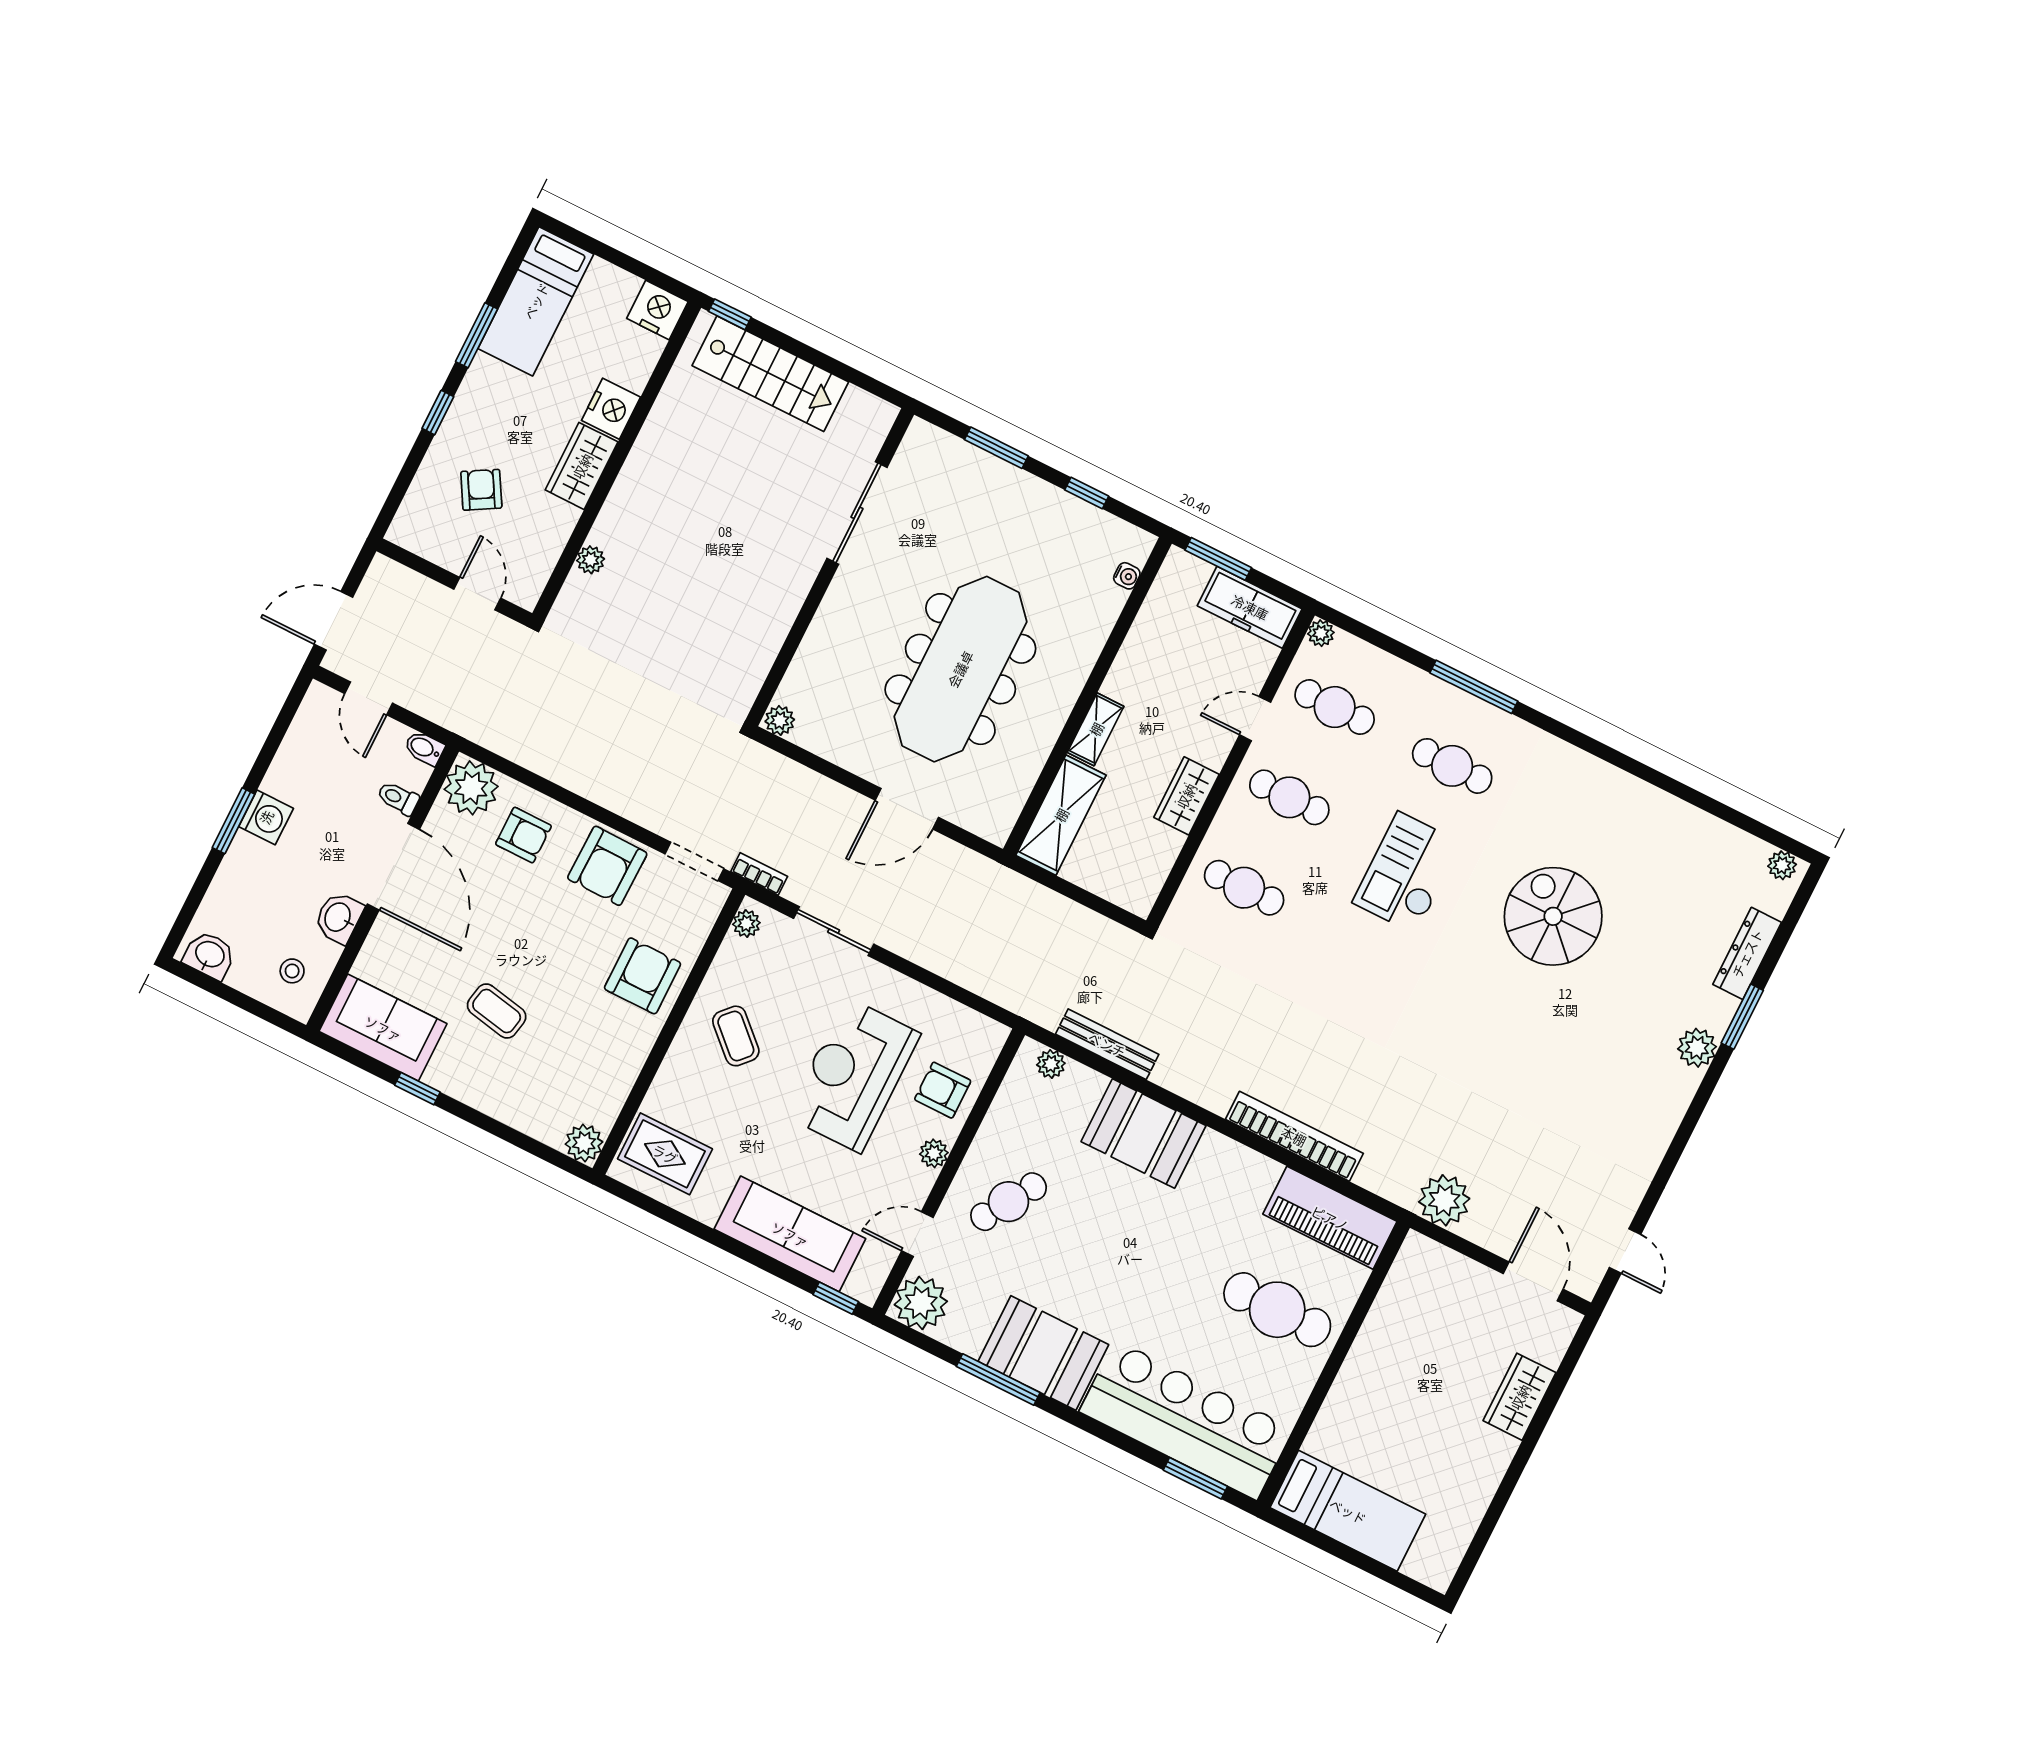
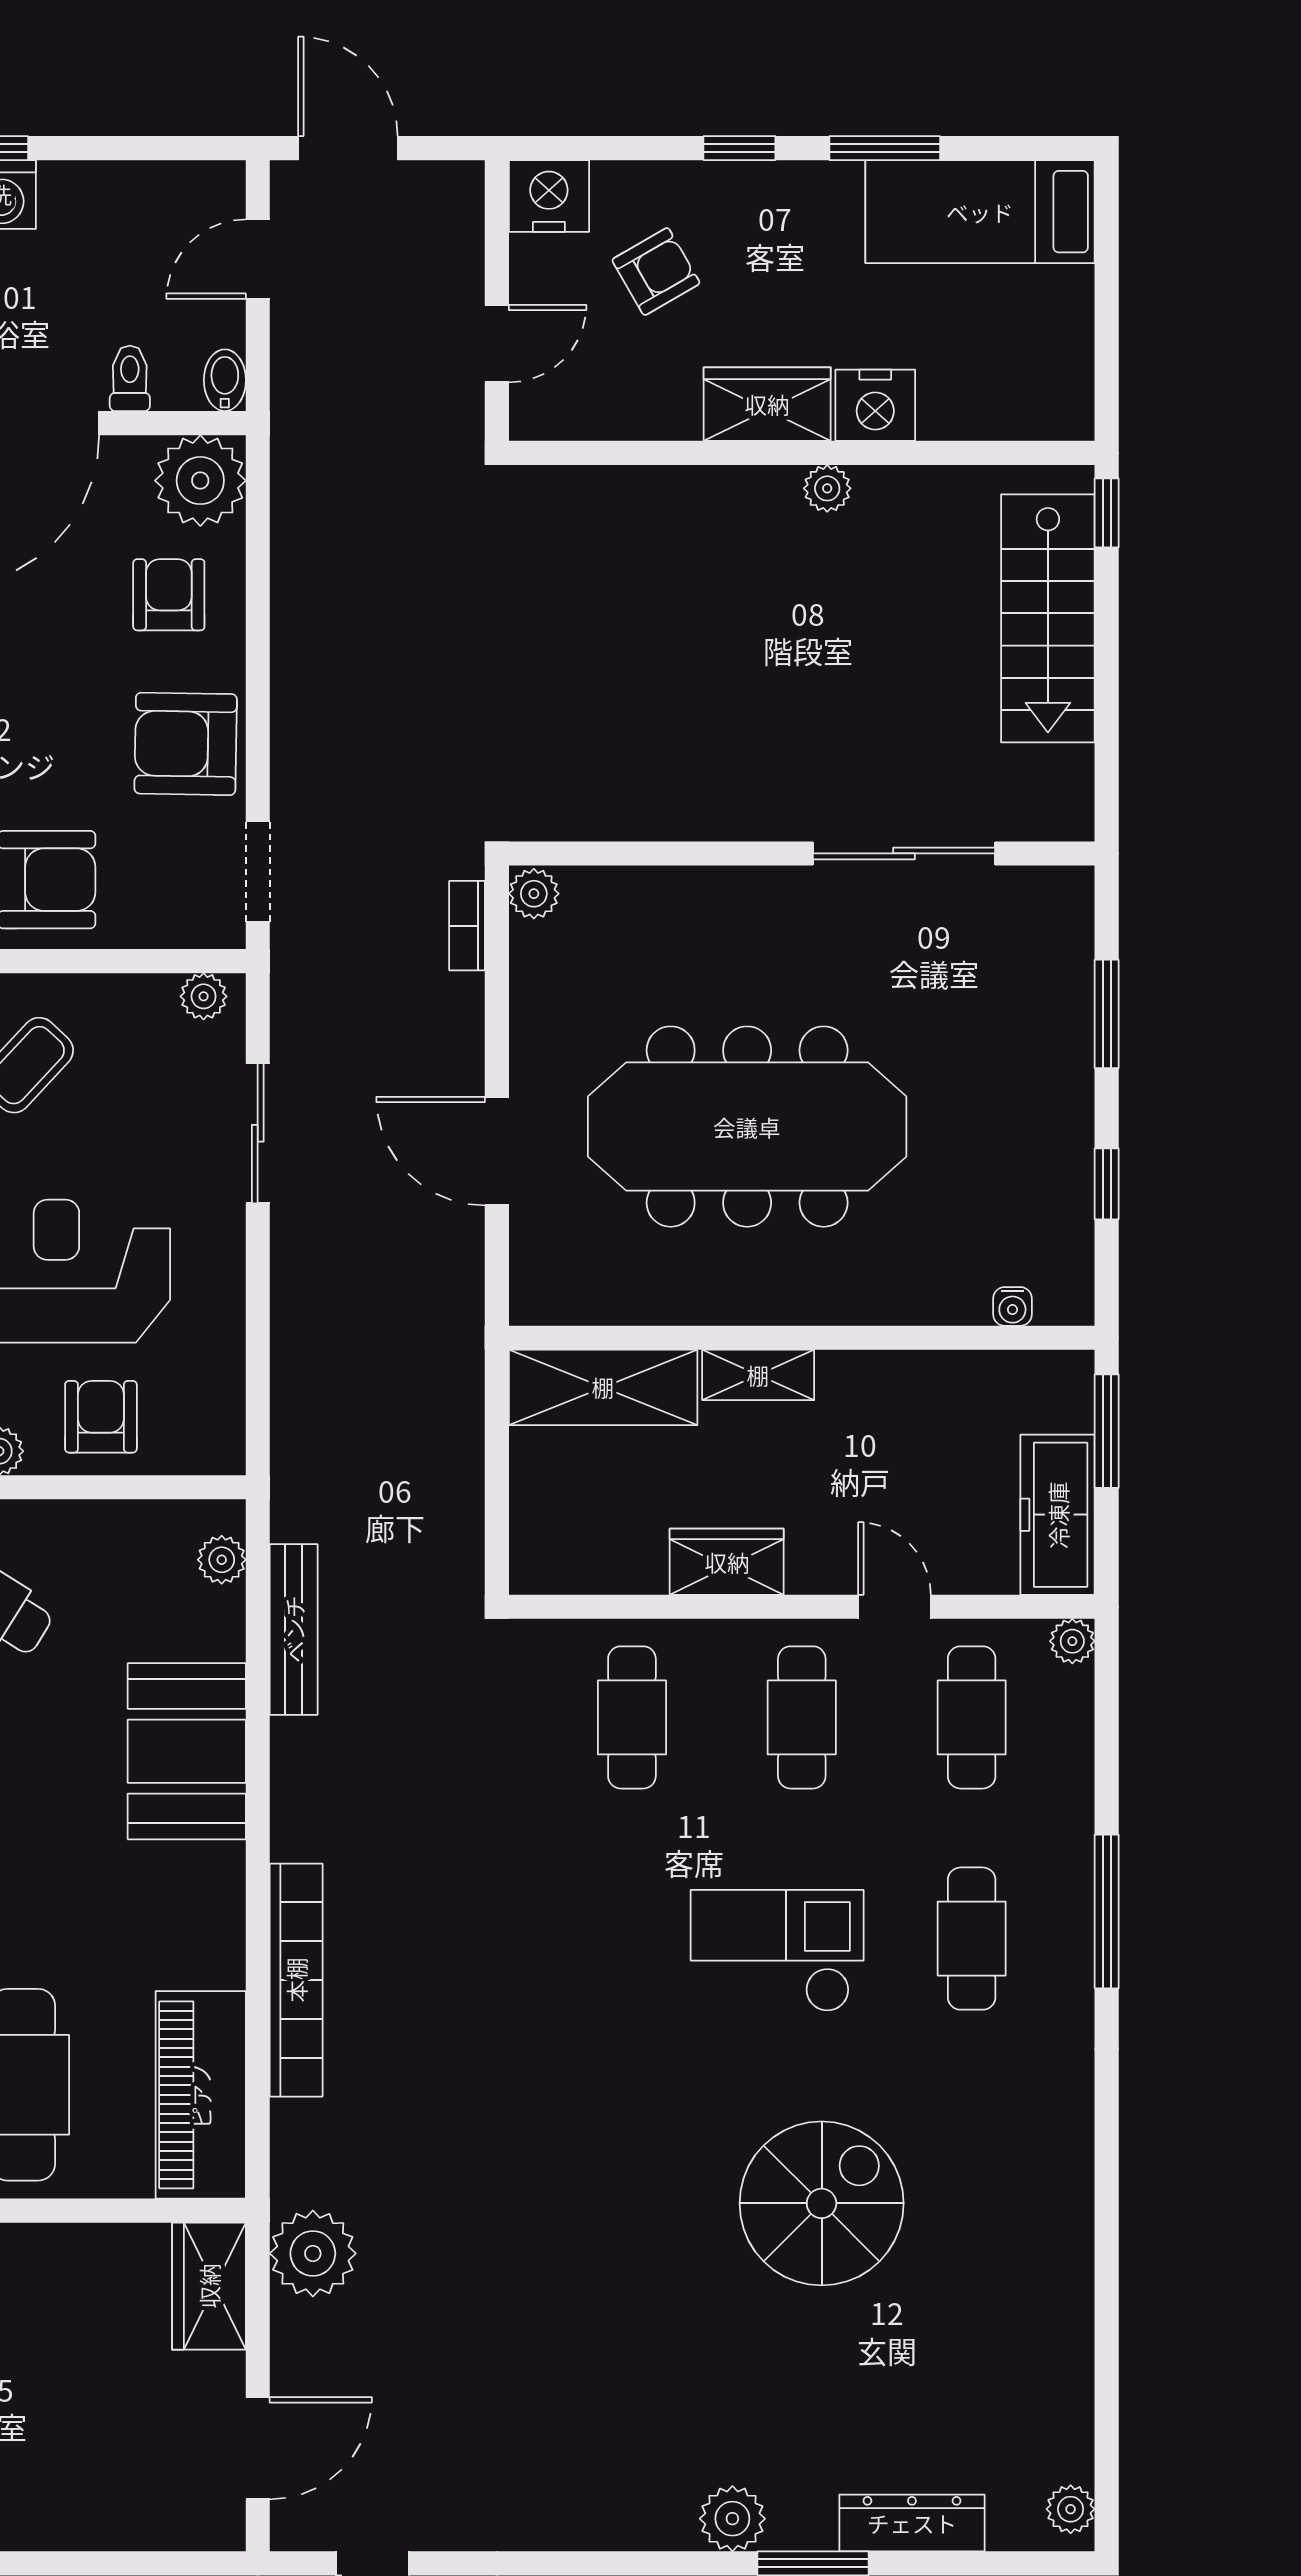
nightstand: (657, 310) -> (549, 196), moved, turned -90
plant: (591, 560) -> (827, 488), moved
armchair: (524, 835) -> (169, 595), turned 180
bookcase: (759, 874) -> (467, 926), moved, turned 180
wardrobe: (1520, 1397) -> (209, 2286), moved, turned -90

